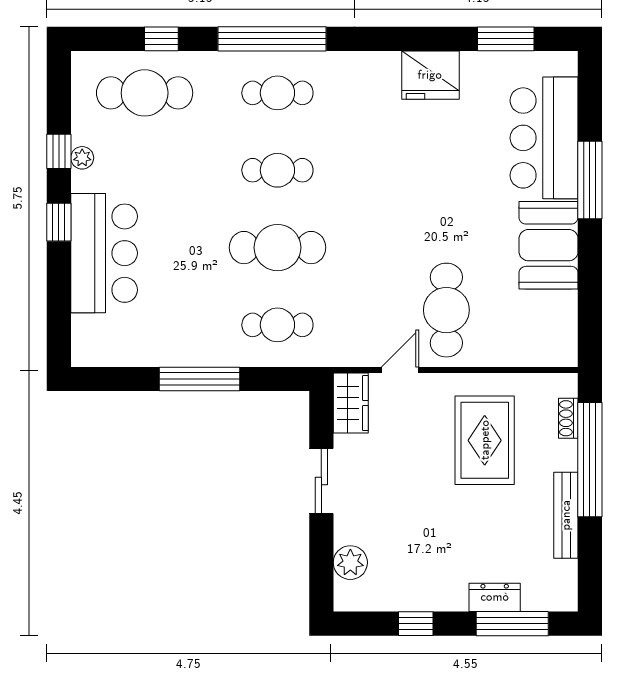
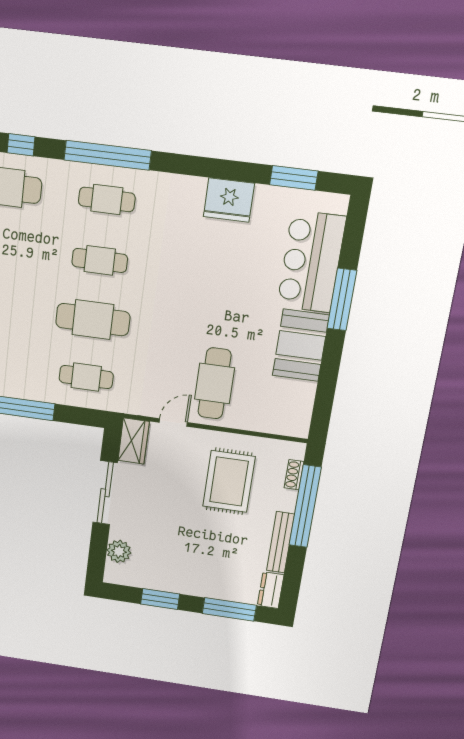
sliding door: (321, 481) -> (105, 493), width x1.37
dresser: (495, 597) -> (271, 590), moved, turned -90
window: (416, 624) -> (160, 599), width x1.50

